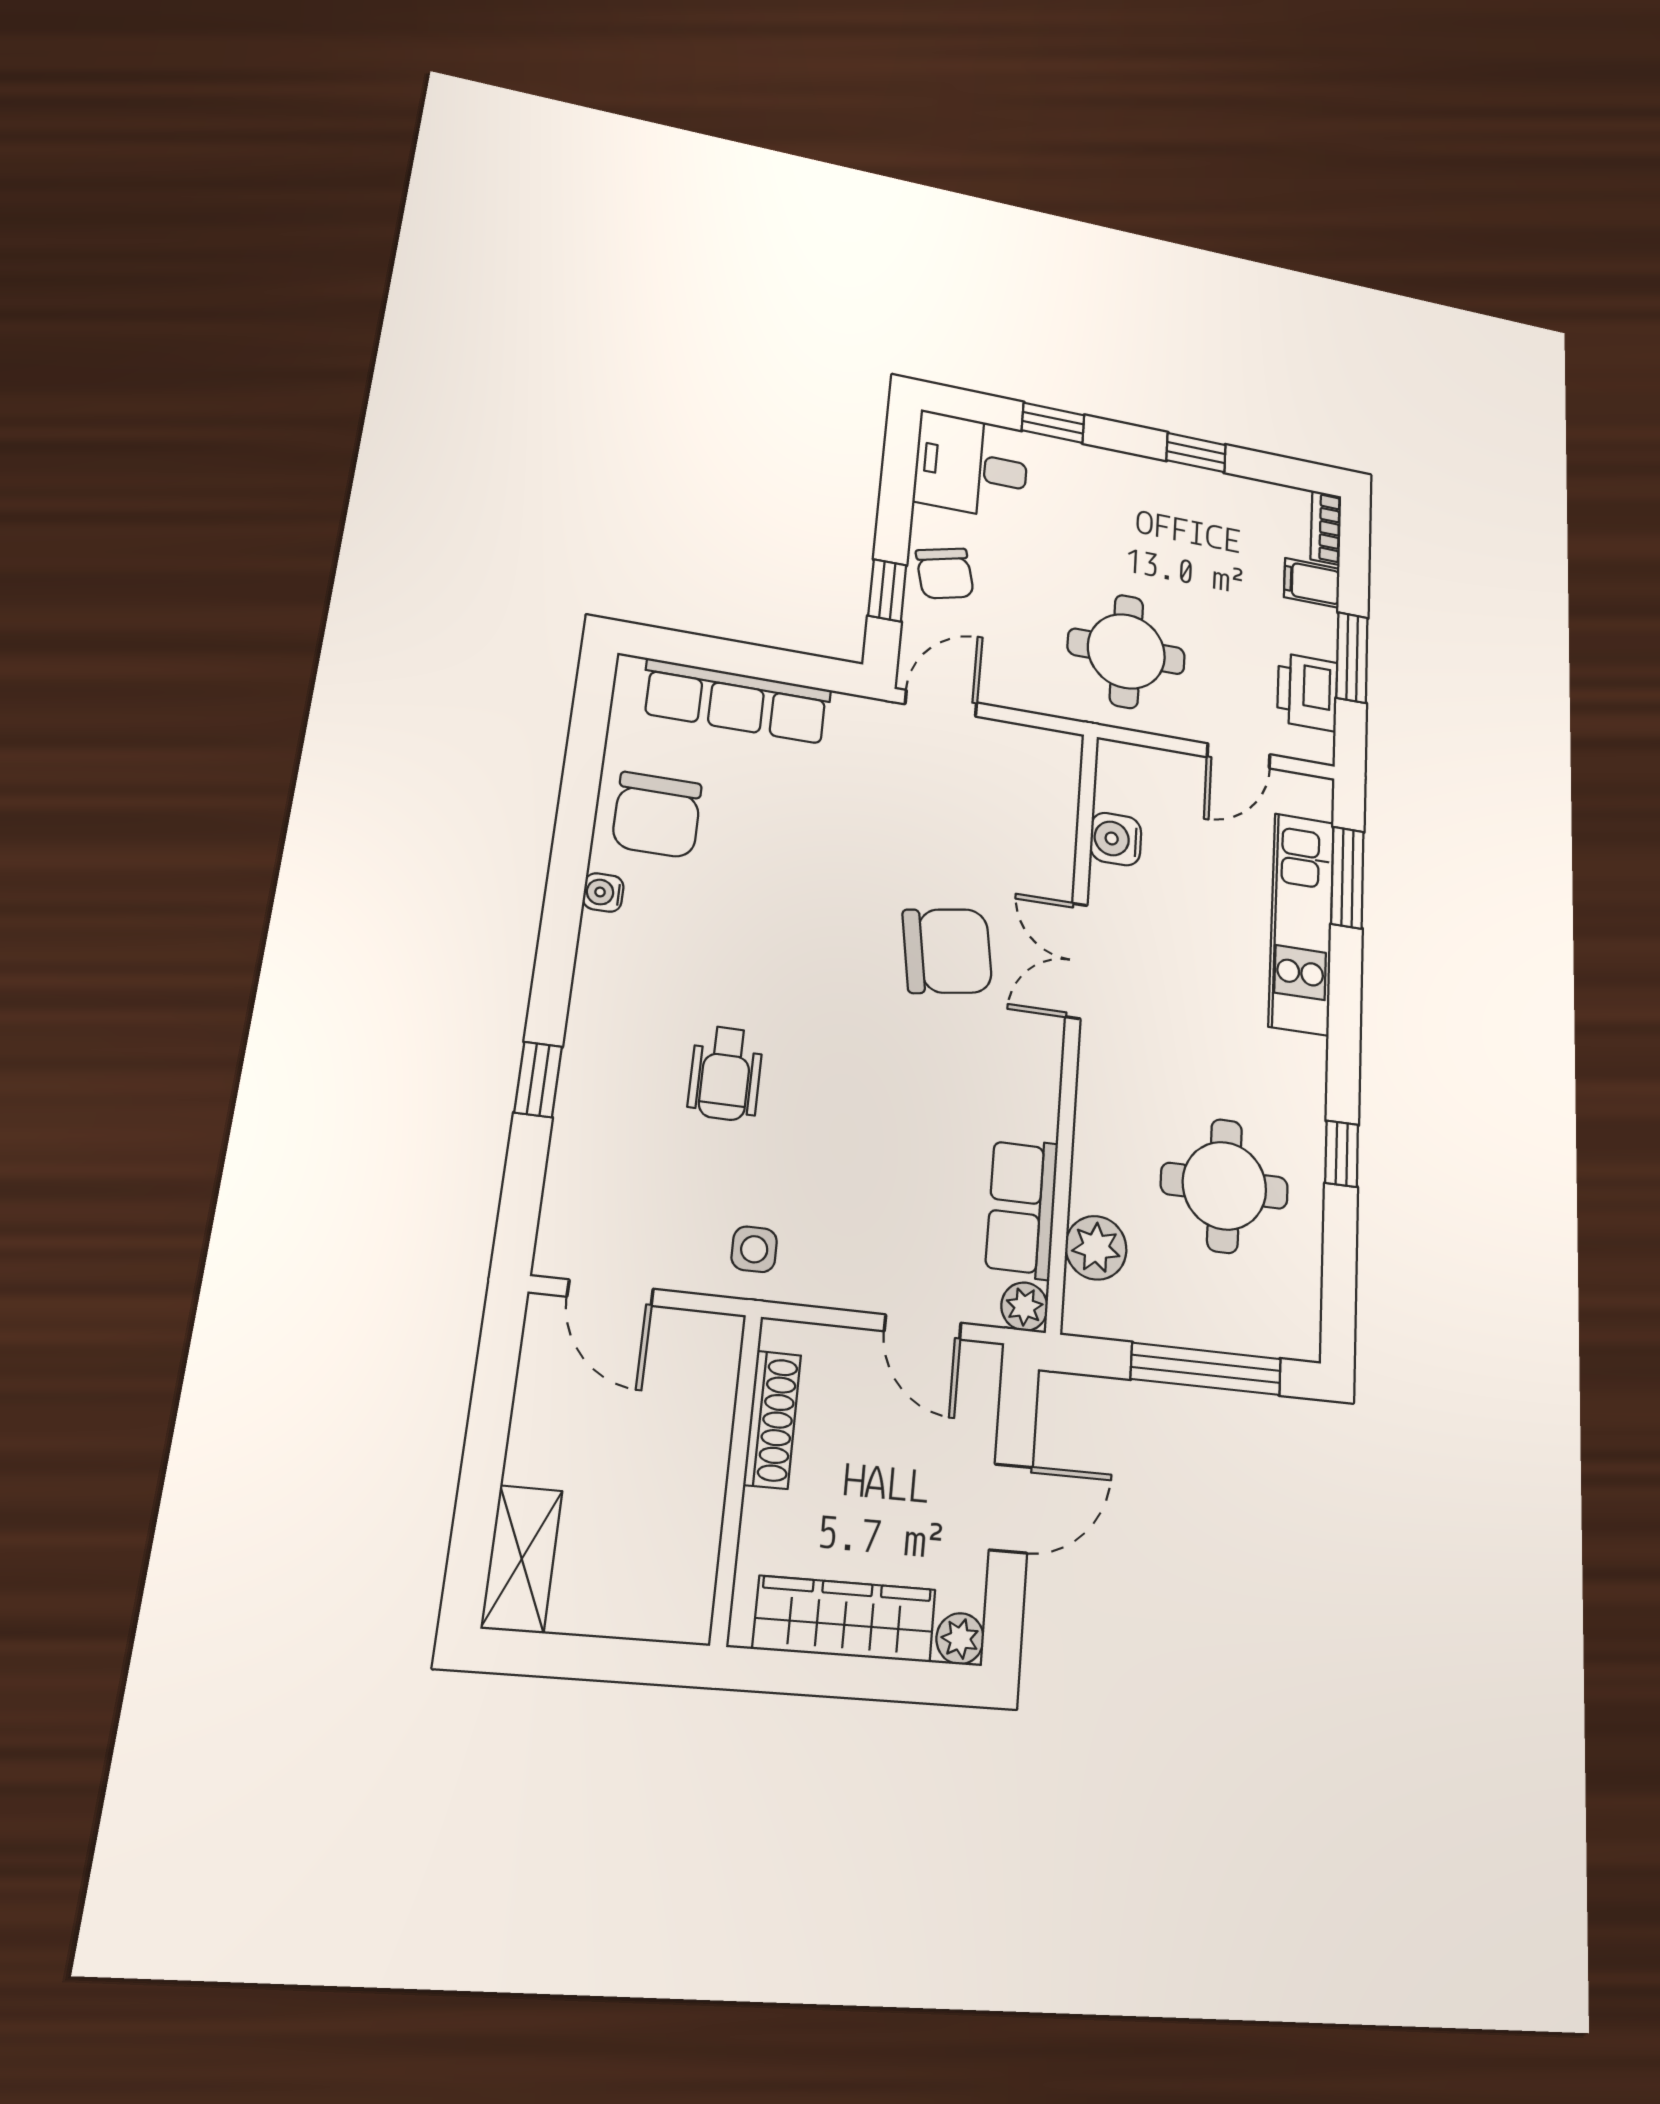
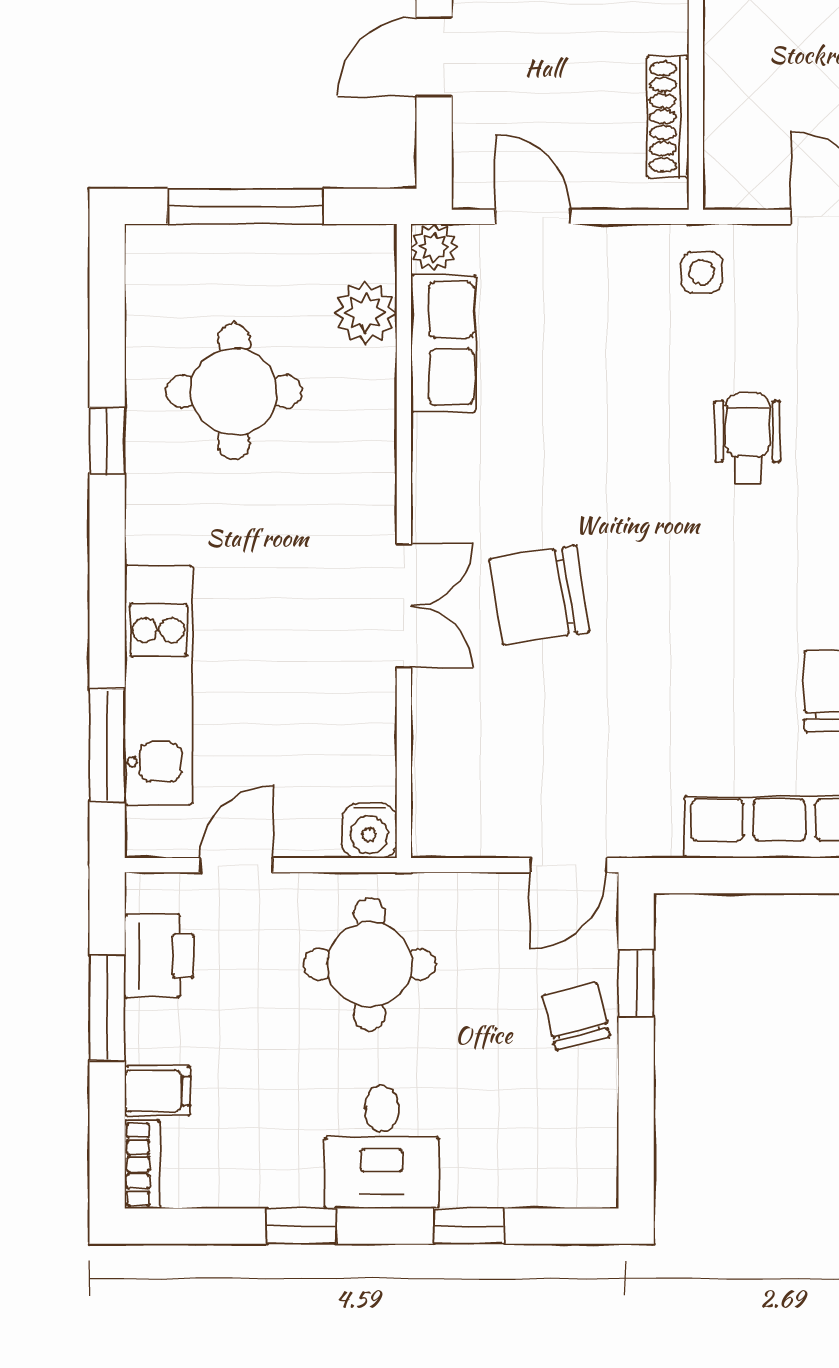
desk: (971, 466) -> (382, 1147), moved, turned 90
water cooler: (1116, 839) -> (369, 831), moved, turned 90

